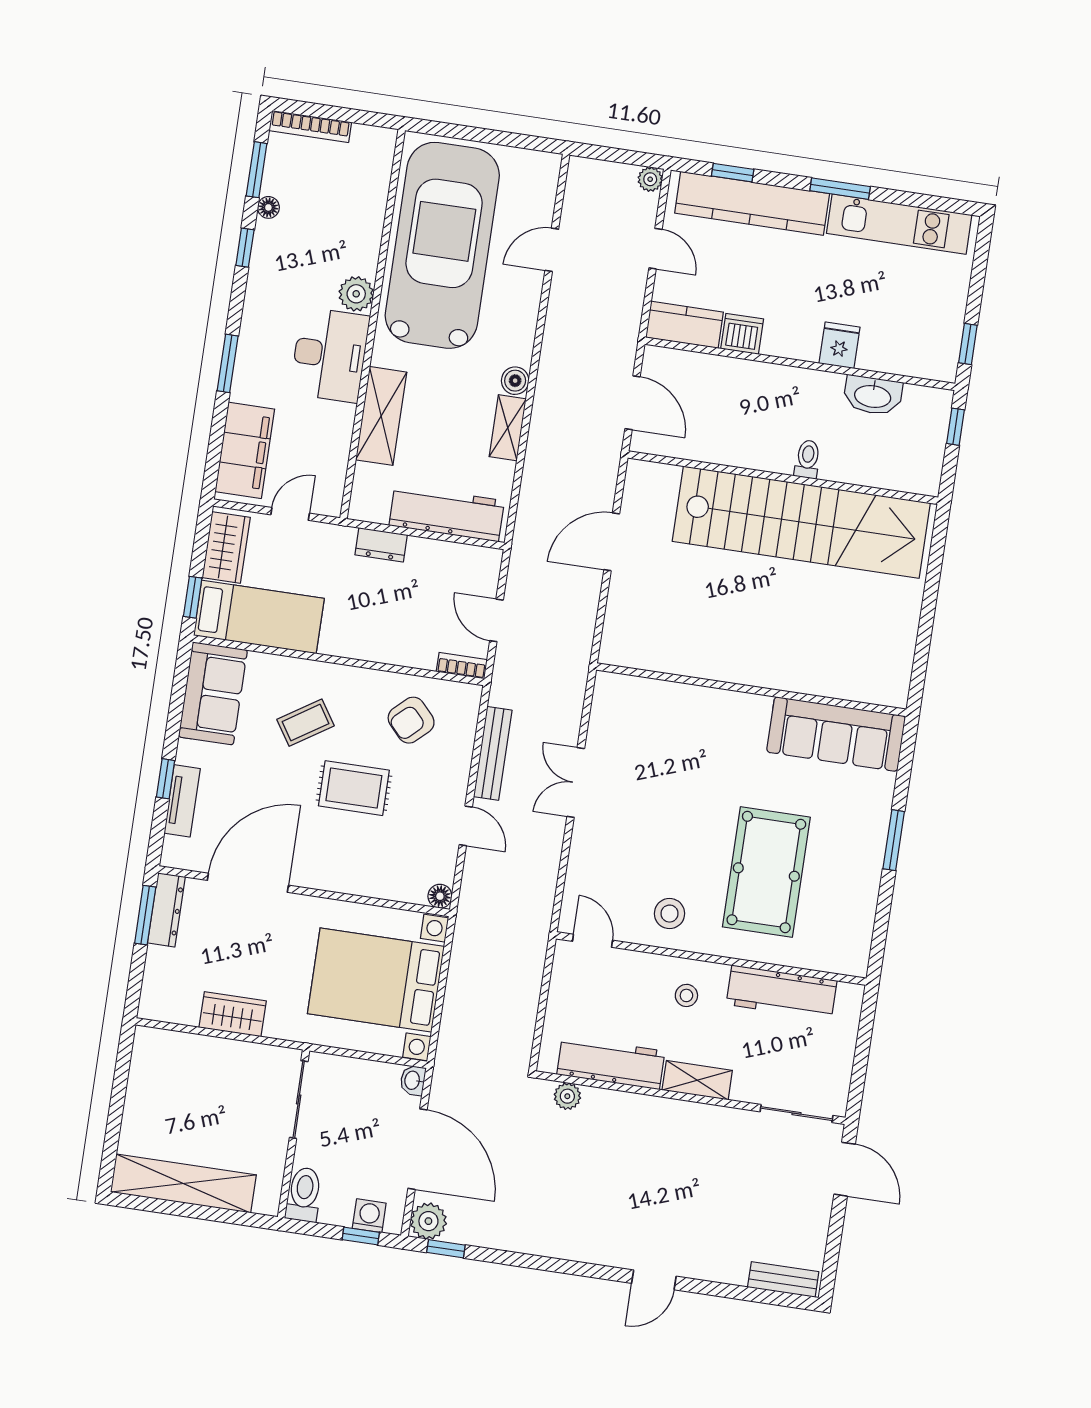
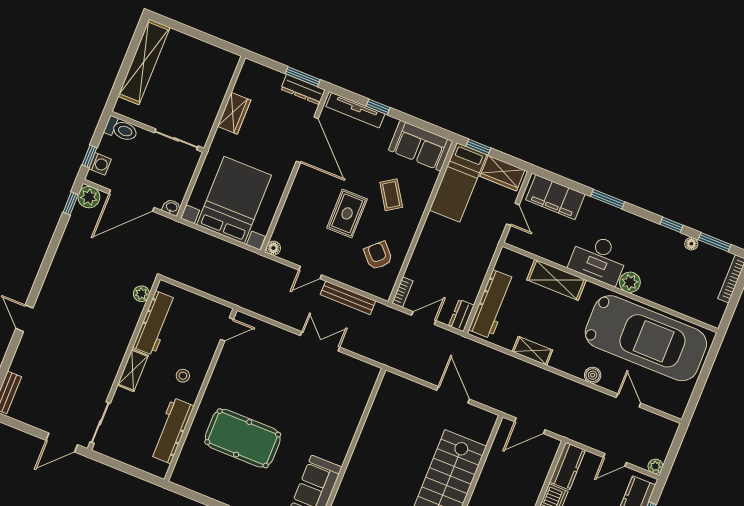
boiler: (515, 381) -> (593, 375), moved
dresser: (381, 545) -> (461, 316), moved
tv unit: (182, 801) -> (355, 110), width x1.41
stool: (670, 914) -> (232, 377), removed

